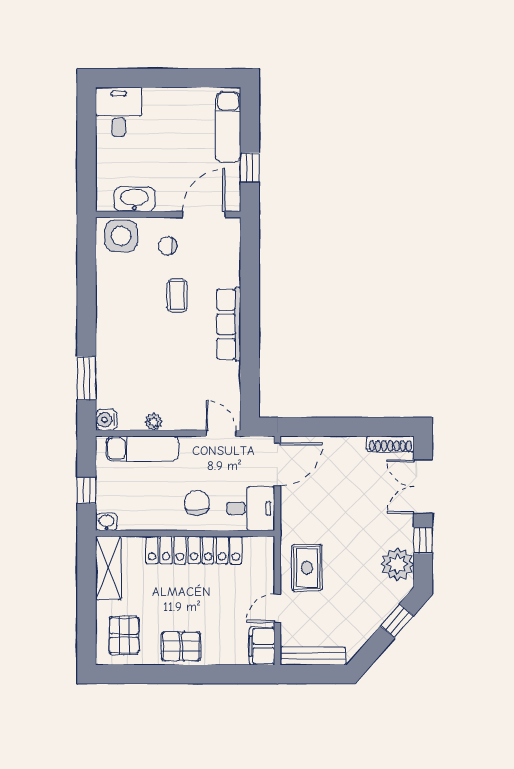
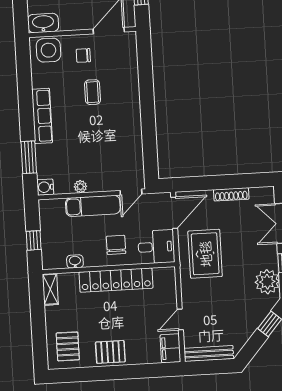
washbasin: (135, 199) -> (43, 23), moved
row of seats: (229, 324) -> (42, 116), moved, turned 180
door: (221, 433) -> (131, 192), swing flipped
shoe rack: (390, 444) -> (231, 194), moved
exam couch: (142, 449) -> (93, 206), moved
washbasin: (106, 522) -> (75, 261), moved
shelving: (108, 568) -> (50, 289), width x0.67, depth x0.75
rug: (307, 568) -> (205, 254), moved, width x1.36, depth x1.43

